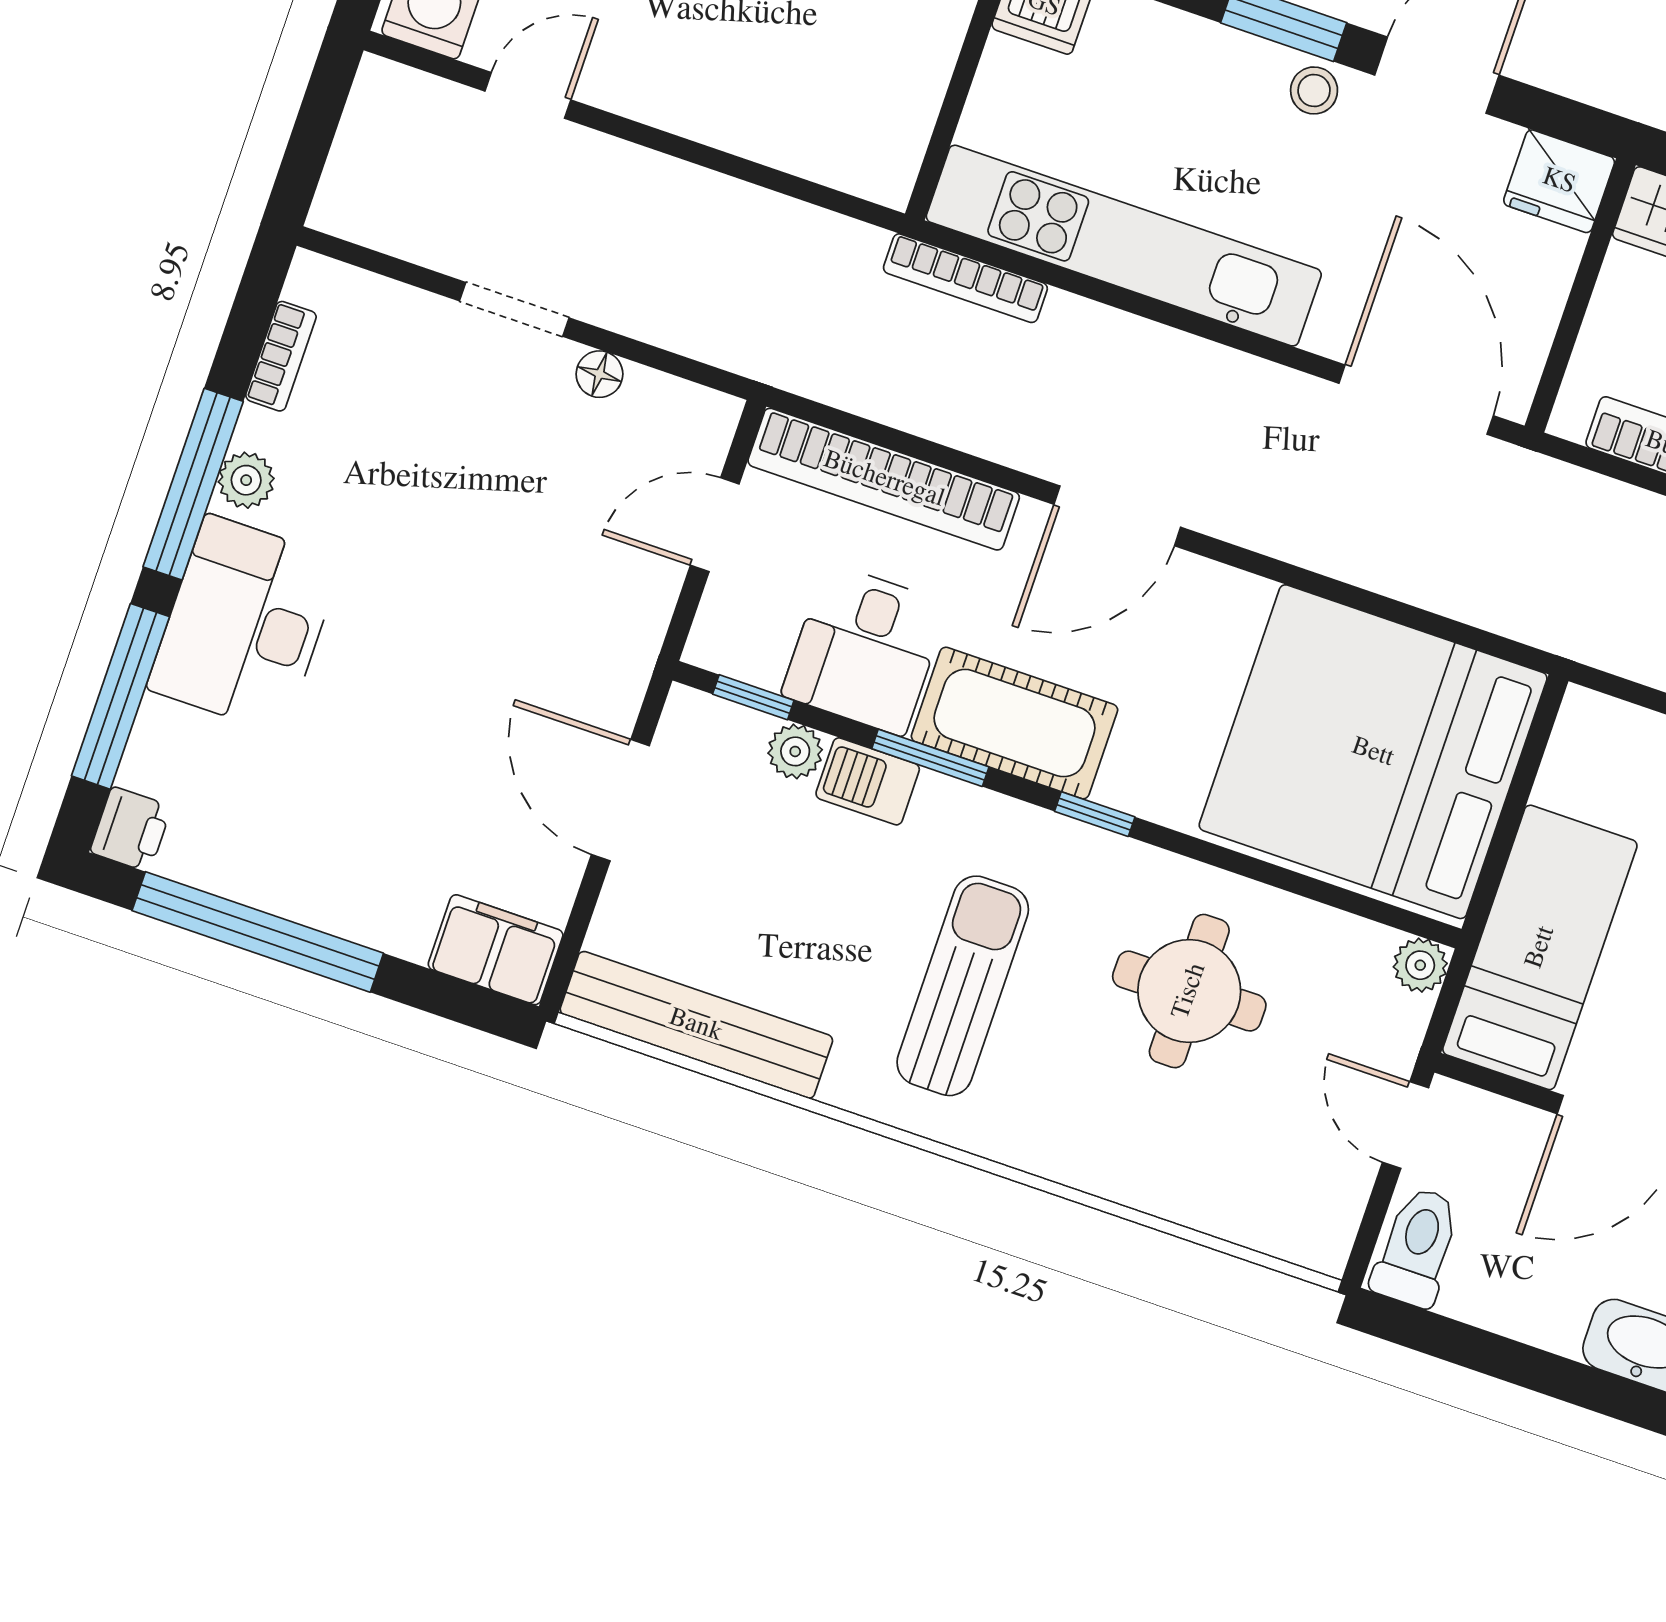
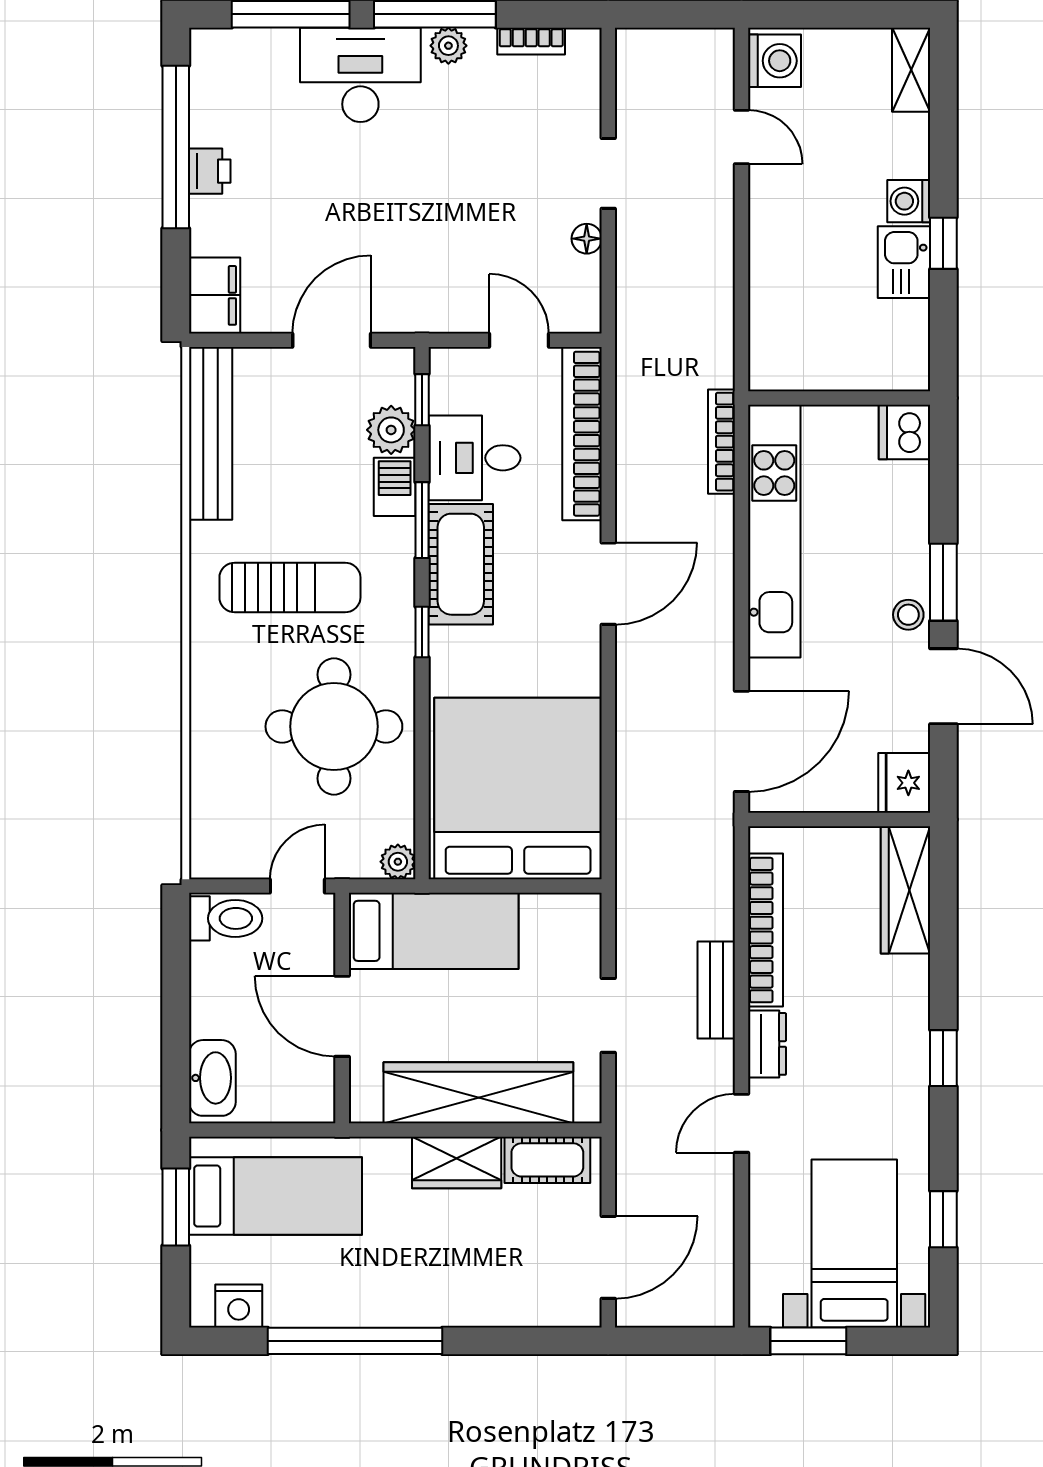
door: (1117, 516) -> (608, 584), swing flipped
plant: (795, 751) -> (391, 430), width x1.38, depth x1.38
printer: (131, 829) -> (210, 171), moved, turned -90
round table: (1189, 991) -> (334, 726), width x1.36, depth x1.36

